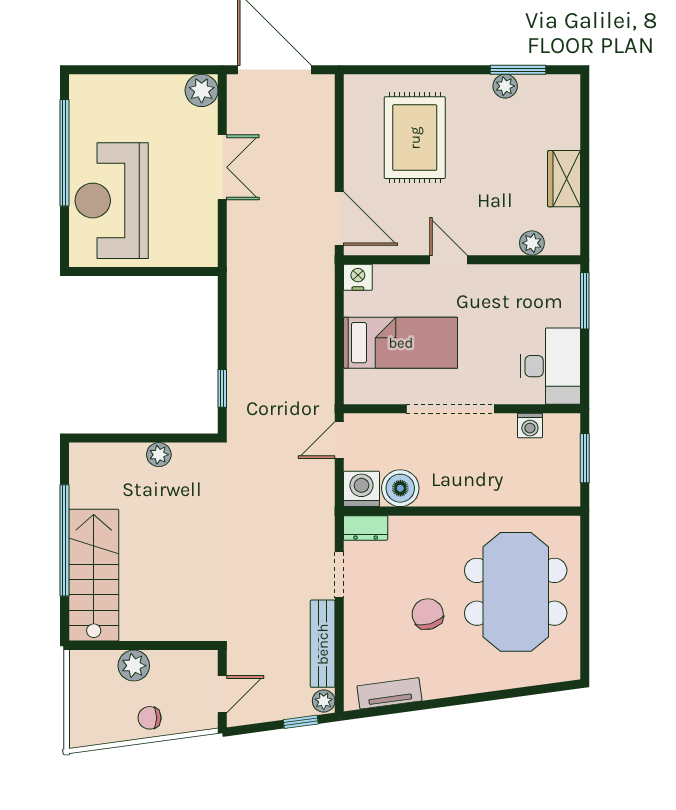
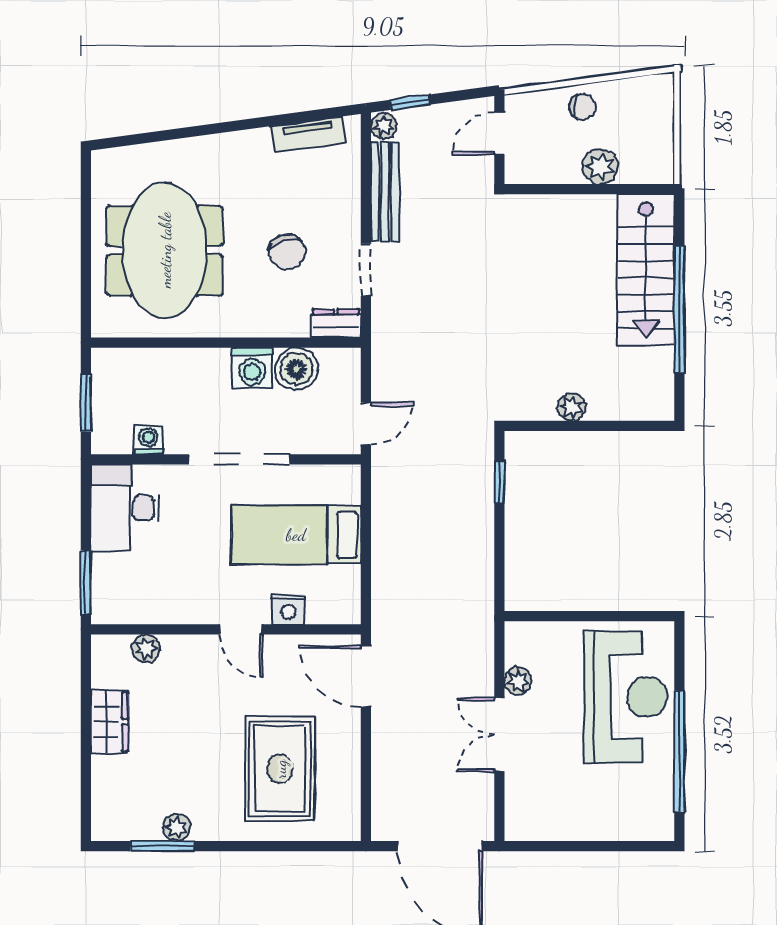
plant: (202, 90) -> (518, 681), moved, width x0.73, depth x0.73
nightstand: (358, 277) -> (288, 609), moved
washing machine: (361, 489) -> (252, 368), moved
chair: (428, 614) -> (287, 252), moved

